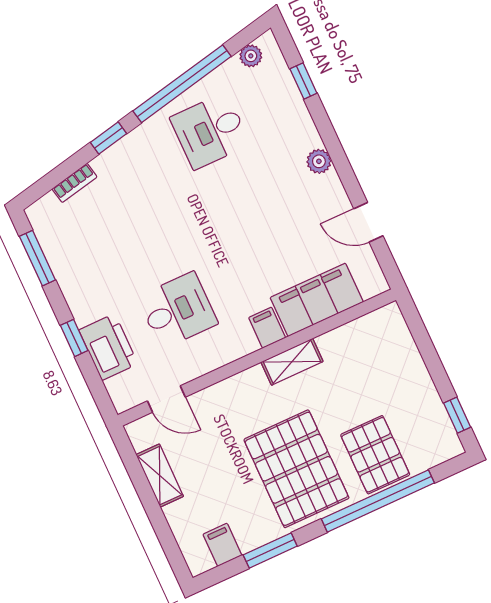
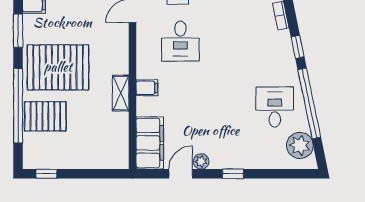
plant: (251, 56) -> (300, 145), width x1.88, depth x1.88
window: (303, 81) -> (233, 174), moved
plant: (319, 161) -> (201, 161), moved
filing cabinet: (317, 300) -> (150, 143), moved

